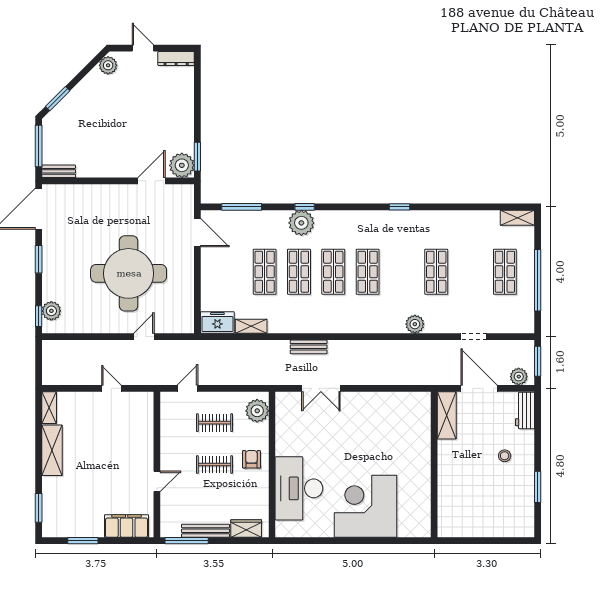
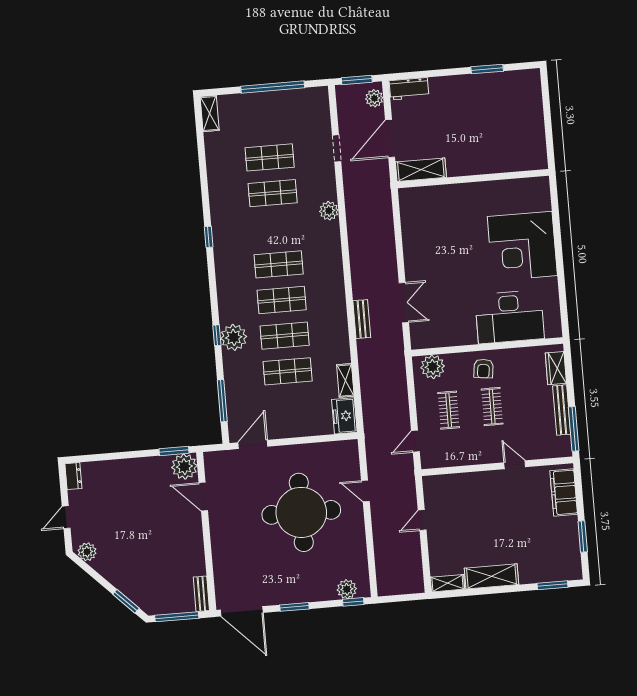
dresser: (176, 58) -> (73, 476), width x0.70
shop shelf: (505, 272) -> (270, 157), moved
door: (188, 388) -> (415, 441), hinge flipped
stool: (505, 456) -> (458, 106), removed
armchair: (251, 459) -> (483, 369), turned -83

